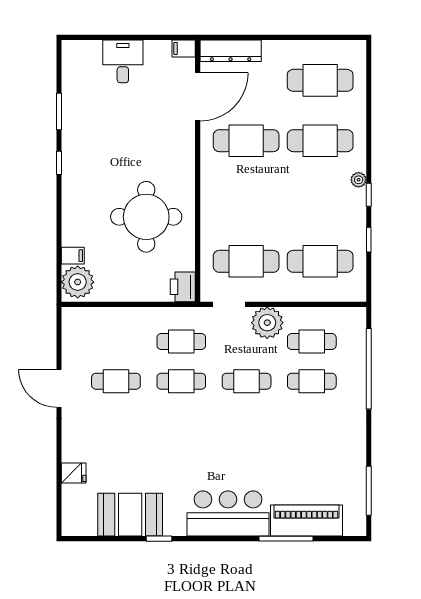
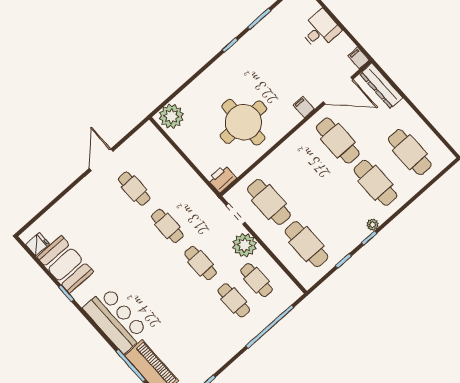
filing cabinet: (73, 256) -> (304, 107), moved, turned 180
cafe table: (181, 341) -> (190, 206), removed
fridge: (74, 473) -> (37, 244), moved, turned -90

